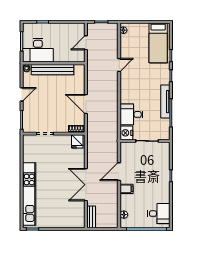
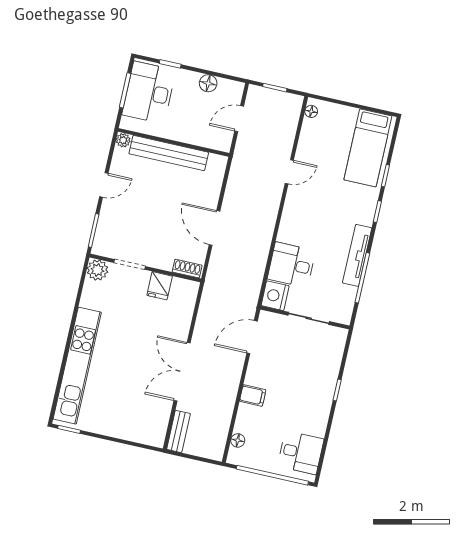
floor lamp: (65, 28) -> (208, 83), added
desk: (38, 50) -> (149, 92), moved, turned 90
plant: (28, 141) -> (97, 270), added
fridge: (77, 141) -> (160, 286), moved
door: (119, 172) -> (252, 337), moved

